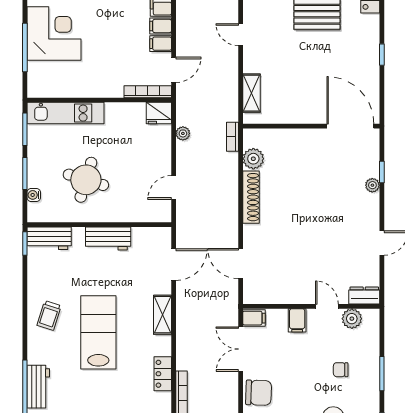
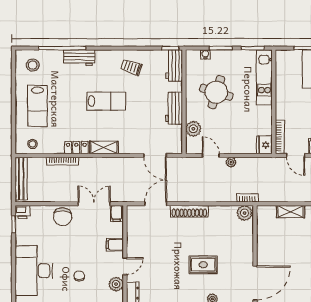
shelving: (251, 93) -> (291, 212), moved
plant: (183, 133) -> (231, 162), moved
plant: (253, 159) -> (245, 213), moved
shoe rack: (251, 197) -> (189, 211), moved
rug: (325, 198) -> (203, 265), added
plant: (137, 212) -> (193, 129), added
shelving: (163, 315) -> (104, 147), moved
trolley: (49, 316) -> (131, 67), moved
lab bench: (98, 332) -> (106, 101), width x0.73, depth x0.72
workbench: (38, 387) -> (79, 58), moved

